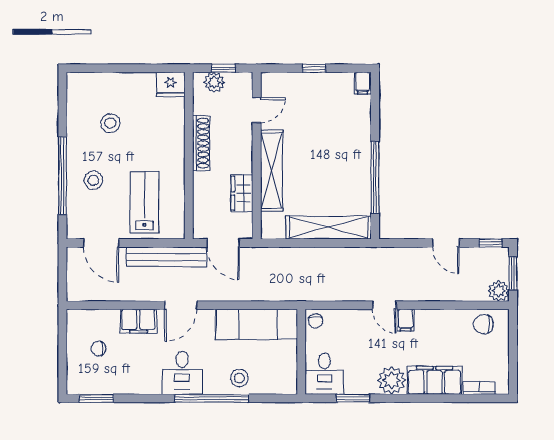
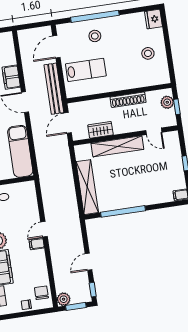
fridge: (171, 84) -> (153, 19), moved
stool: (110, 123) -> (148, 53), moved
chair: (315, 321) -> (26, 305), moved

